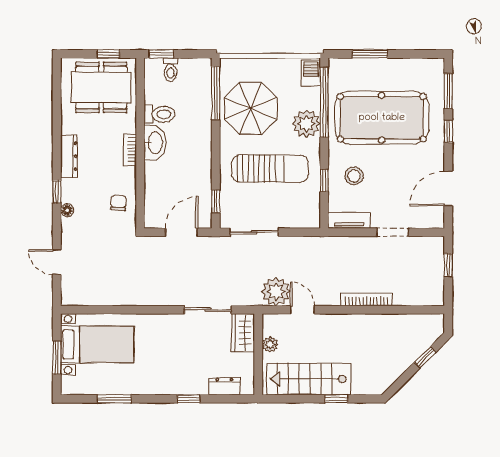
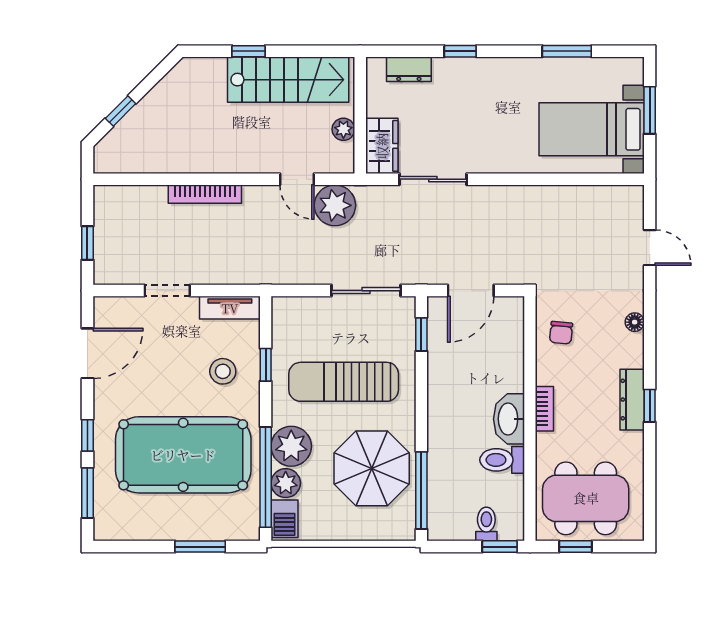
plant: (310, 98) -> (286, 483), added
window: (57, 192) -> (650, 406), moved

